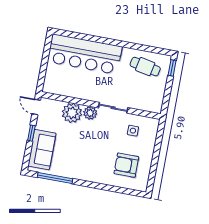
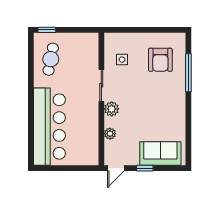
plant: (72, 113) -> (110, 134), width x0.53, depth x0.53
window: (55, 178) -> (188, 73), moved

